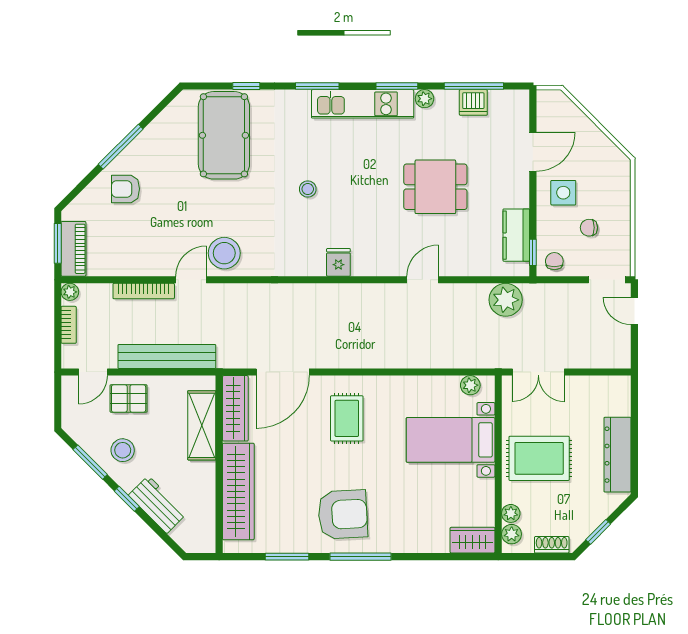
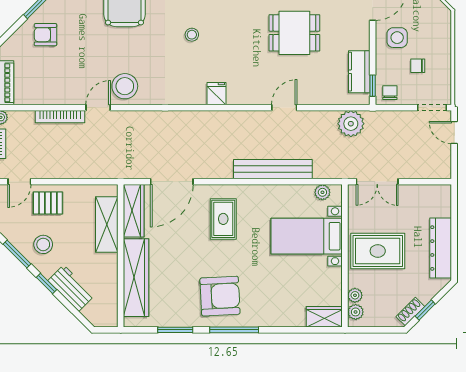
bench: (167, 356) -> (273, 169), moved
shoe rack: (552, 545) -> (410, 312), moved, turned -45

